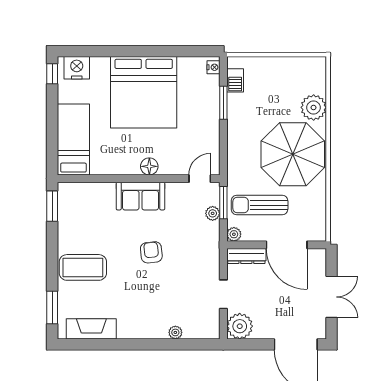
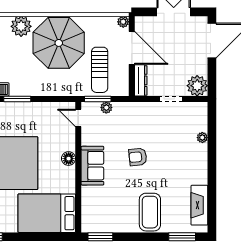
bed: (73, 139) -> (47, 213), width x1.50
plant: (234, 234) -> (123, 22), moved
door: (287, 245) -> (132, 48), hinge flipped

